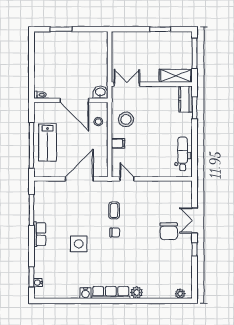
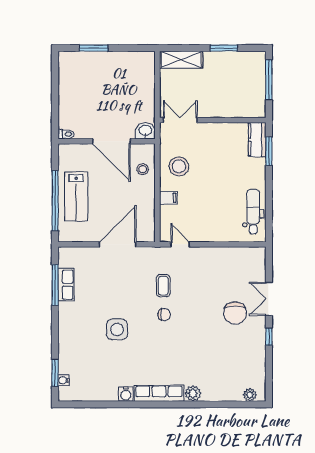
shelving: (176, 76) -> (181, 60), moved
row of seats: (40, 234) -> (66, 285), moved

